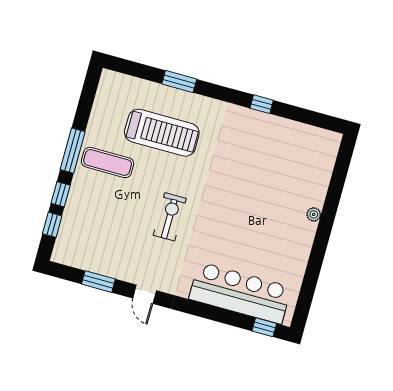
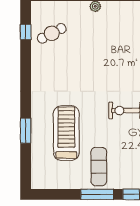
window: (262, 104) -> (26, 32), moved
cafe table: (295, 149) -> (52, 33), added

